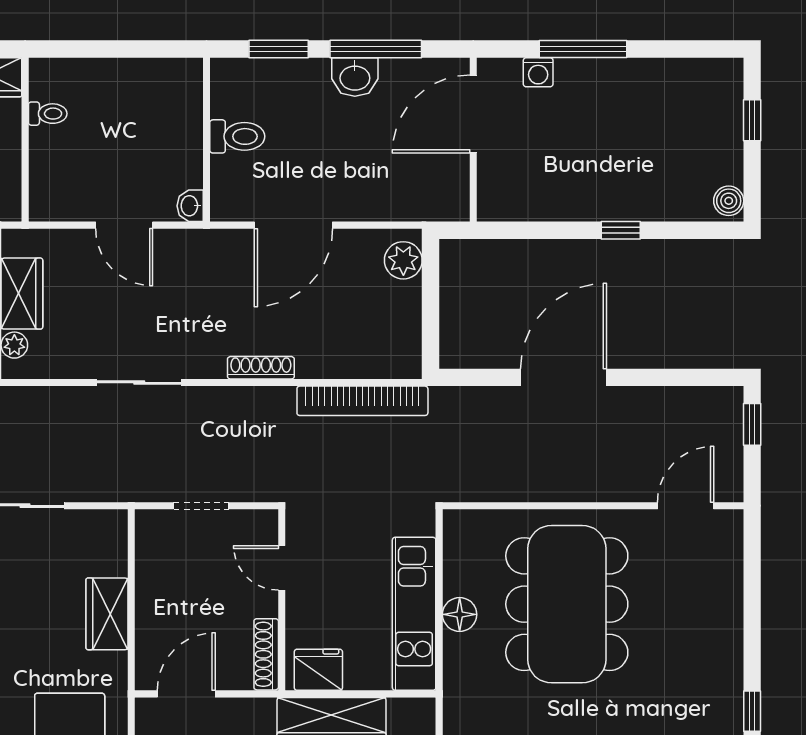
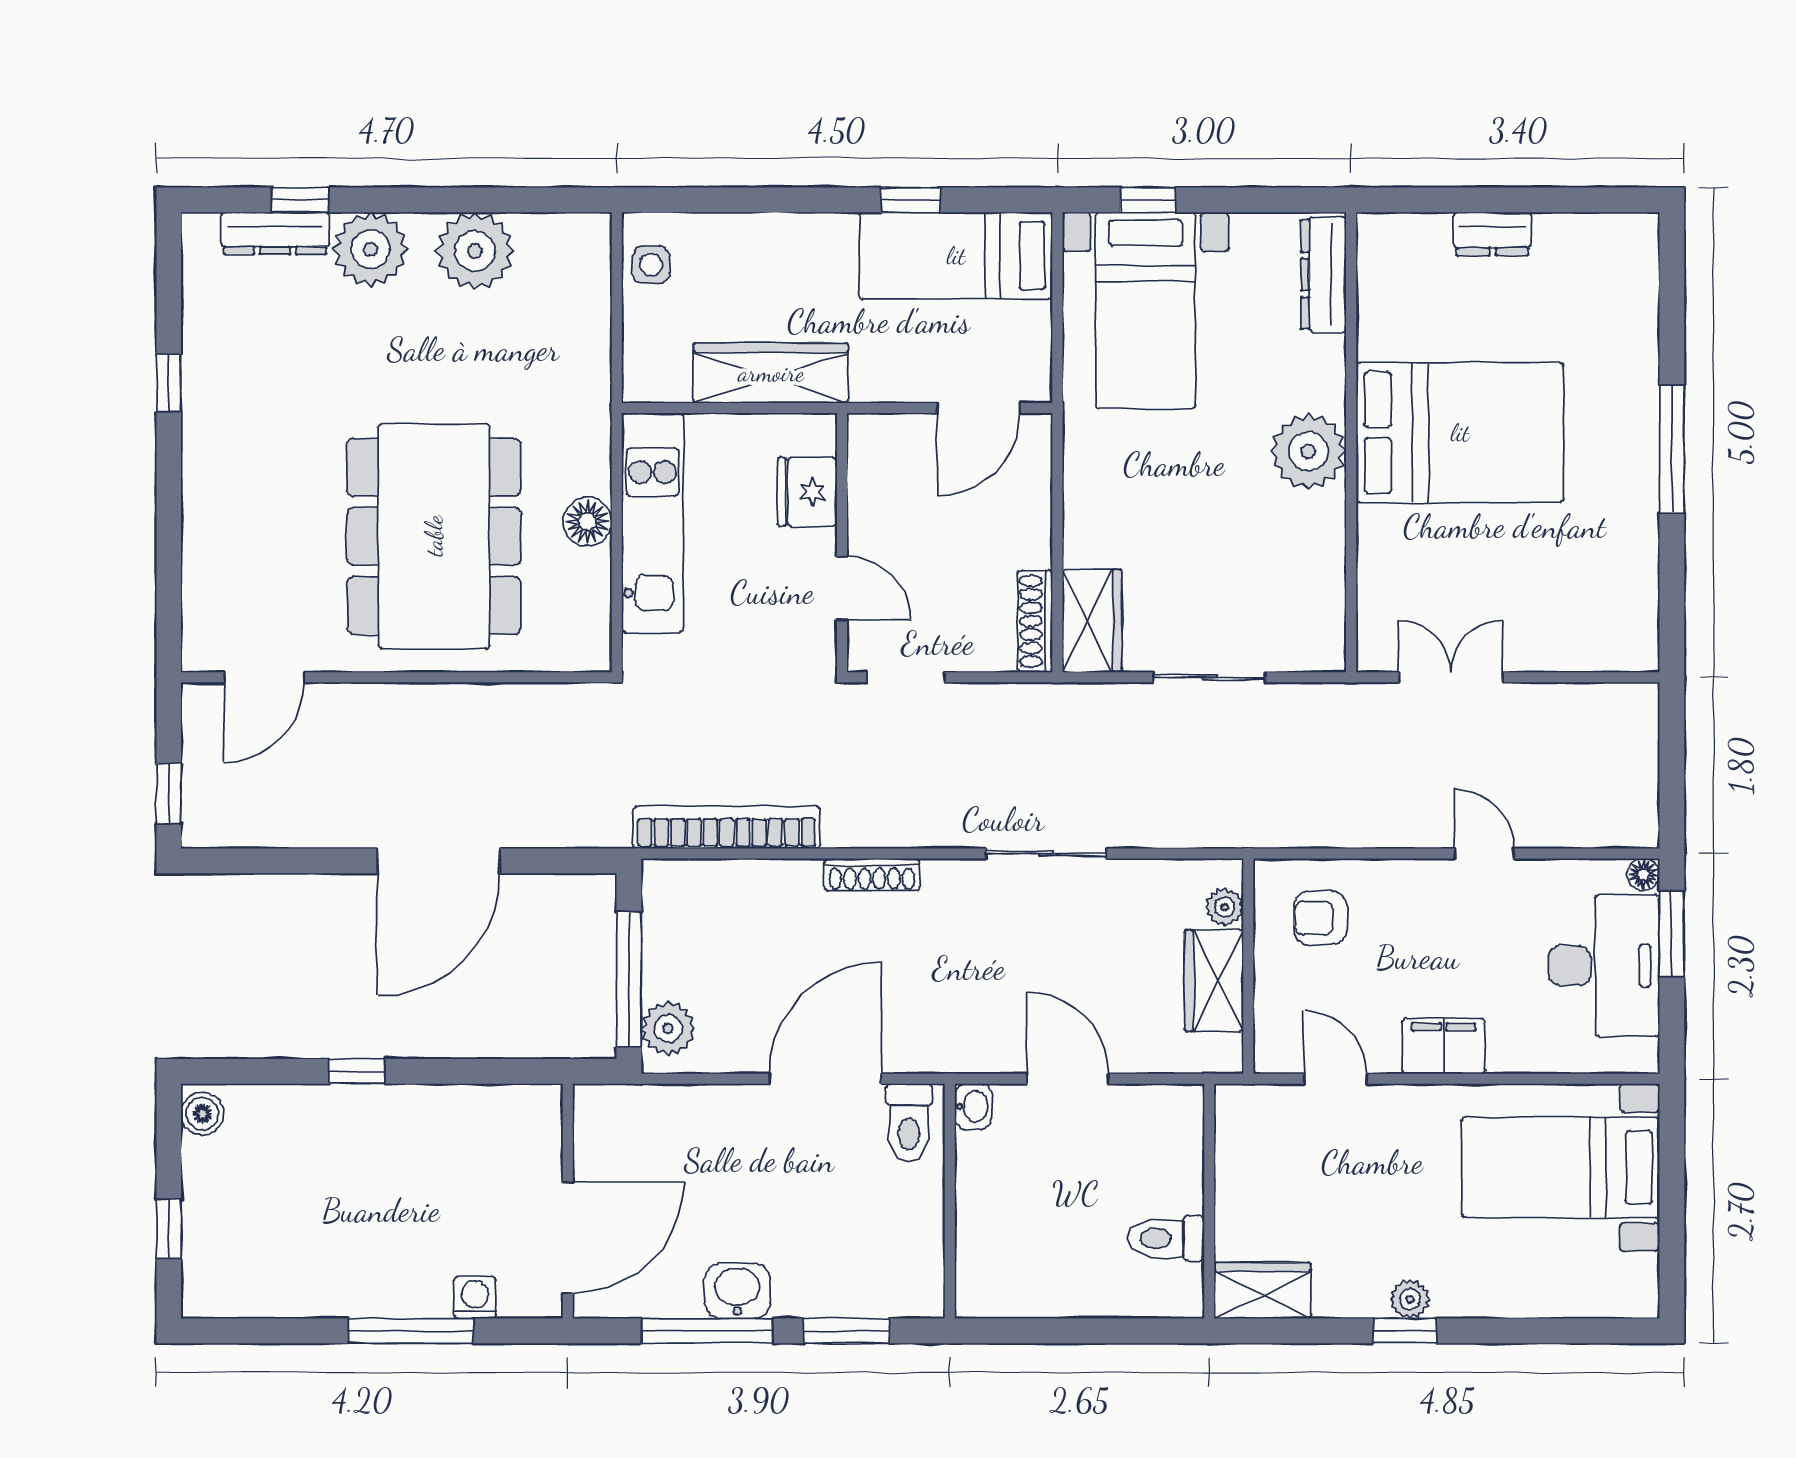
toilet: (48, 114) -> (1166, 1238), width x1.37, depth x1.39
toilet: (237, 136) -> (909, 1123), moved, turned -90
window: (431, 294) -> (629, 980), added
doorway: (201, 506) -> (906, 677), moved
wardrobe: (107, 614) -> (1092, 621), moved
shoe rack: (266, 654) -> (1035, 621), moved, turned 180
fridge: (318, 670) -> (807, 492), moved, turned 90

